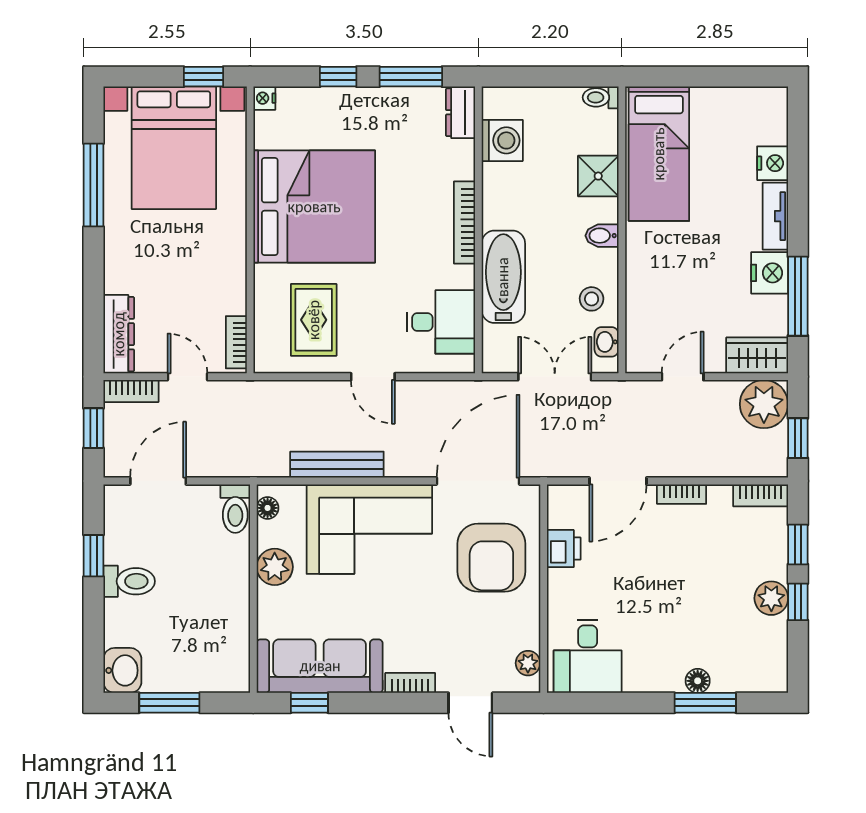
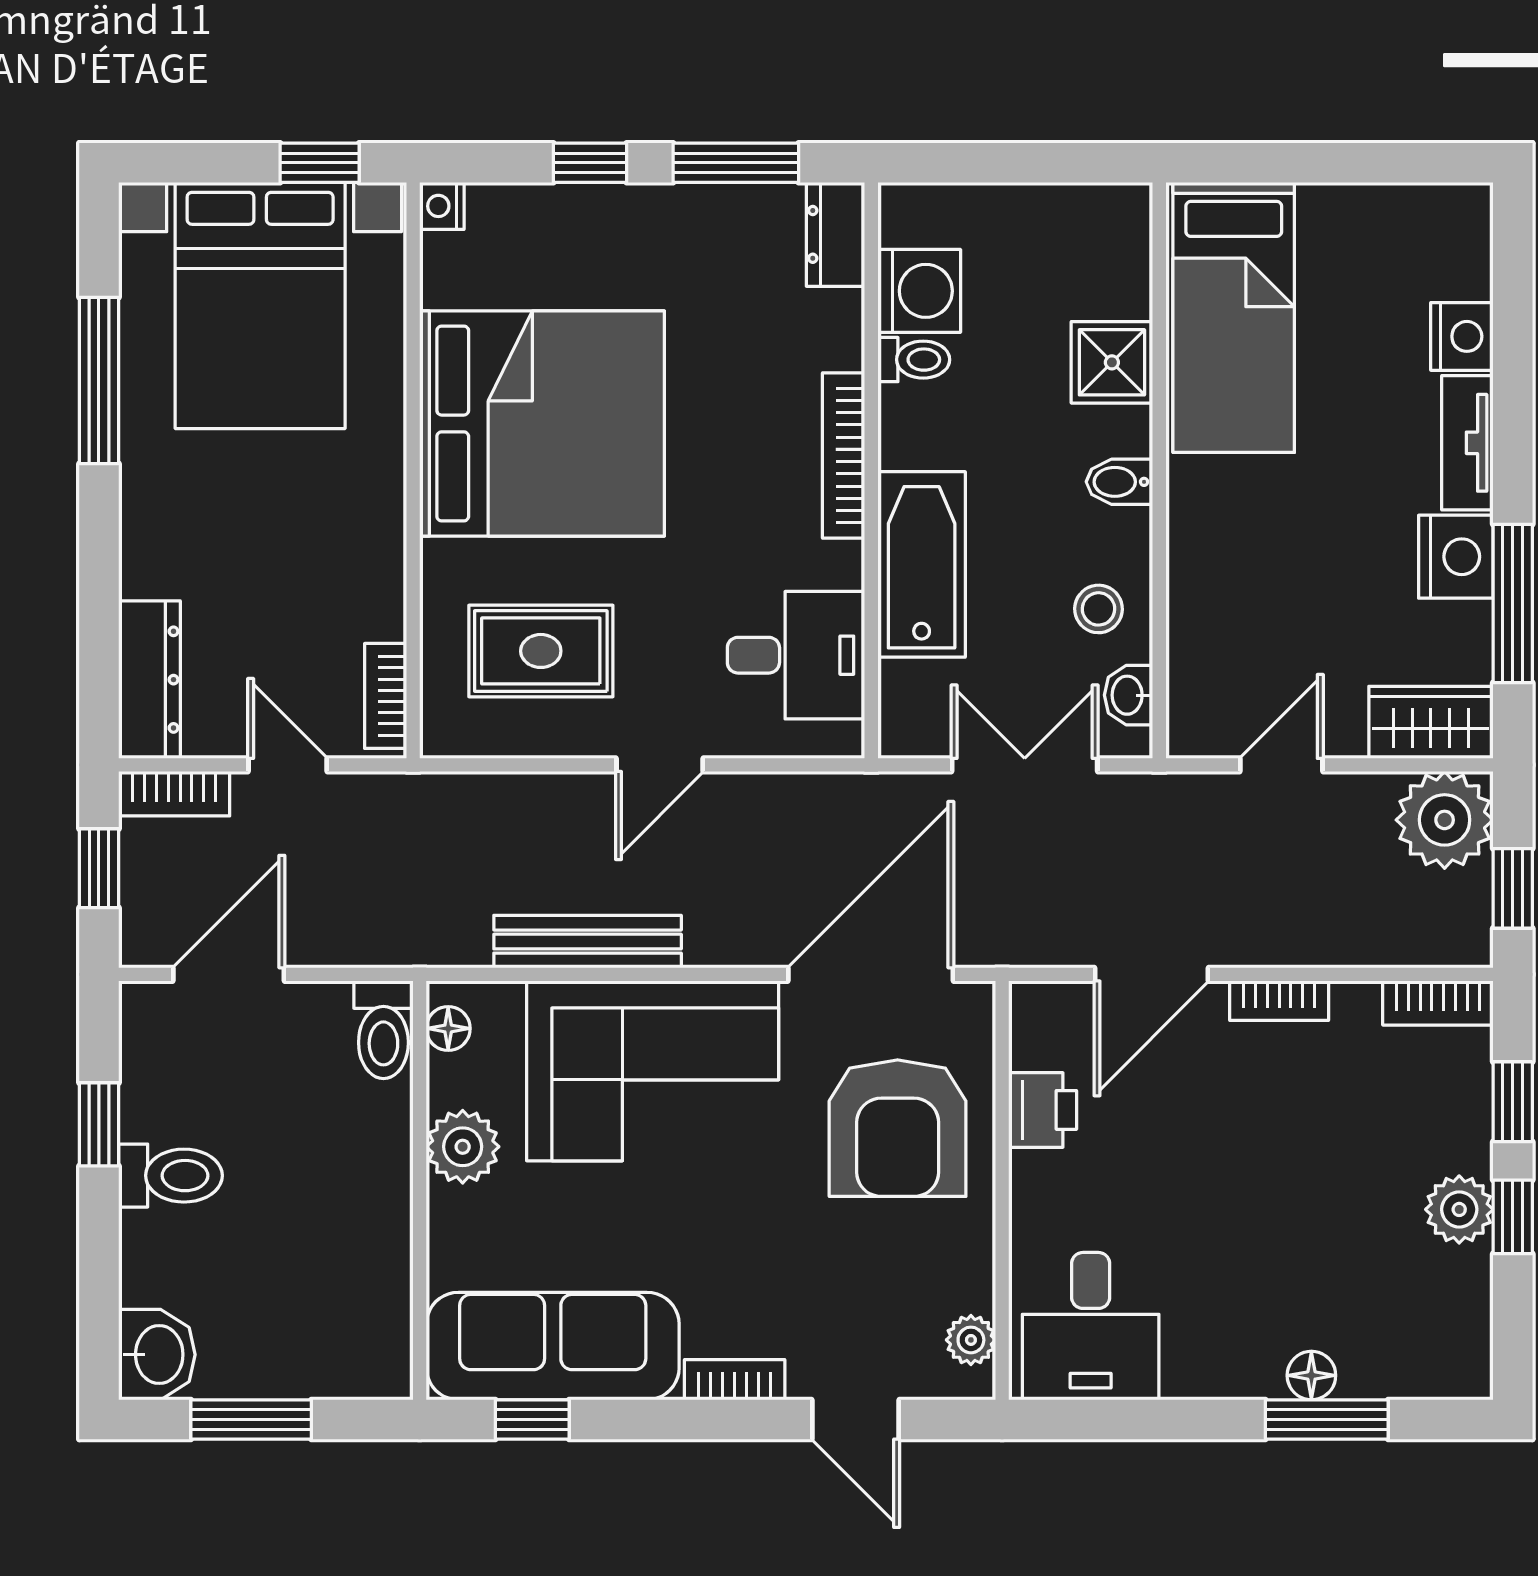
toilet: (601, 97) -> (914, 360), moved, turned 180
rug: (314, 320) -> (541, 651), turned 90
door: (373, 377) -> (660, 765), hinge flipped

